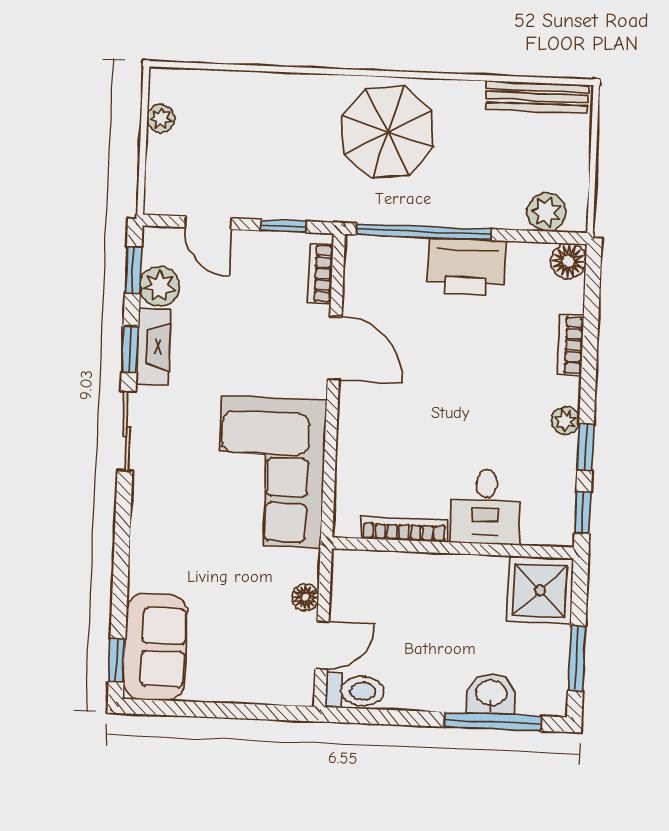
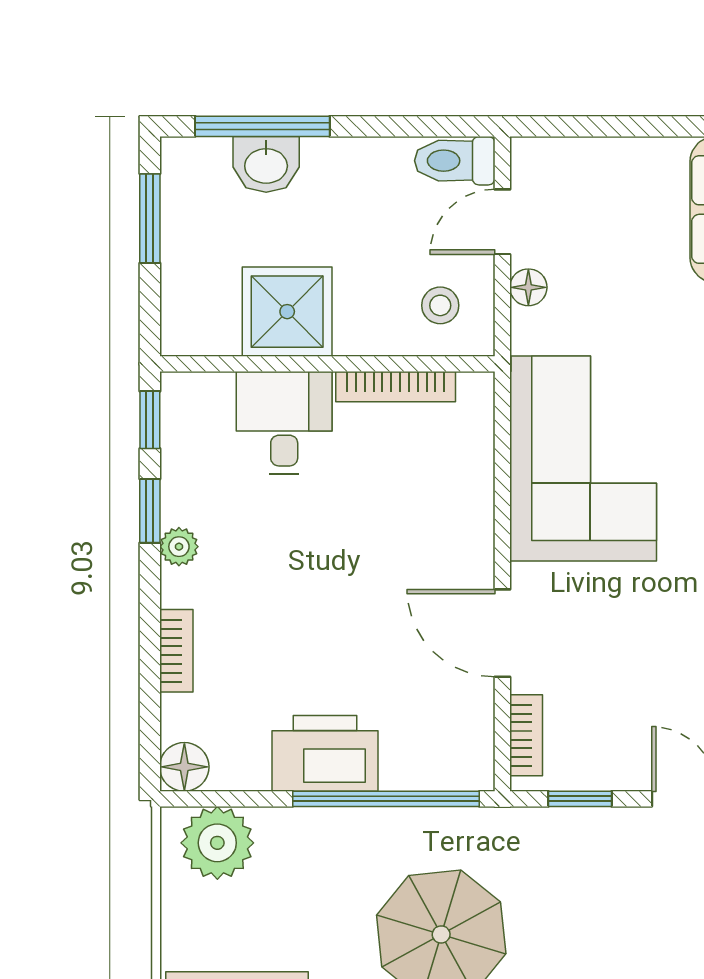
plant: (547, 212) -> (217, 843), width x1.36, depth x1.36
stool: (369, 587) -> (440, 305), added
shower: (540, 590) -> (287, 312), moved

